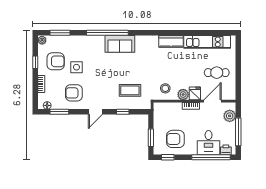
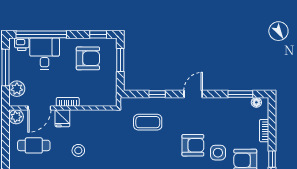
stool: (165, 88) -> (78, 150), moved
armchair: (74, 93) -> (193, 145), moved
plant: (183, 95) -> (16, 117), moved

